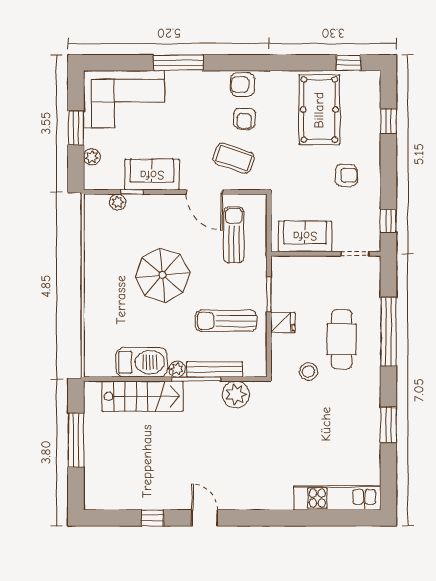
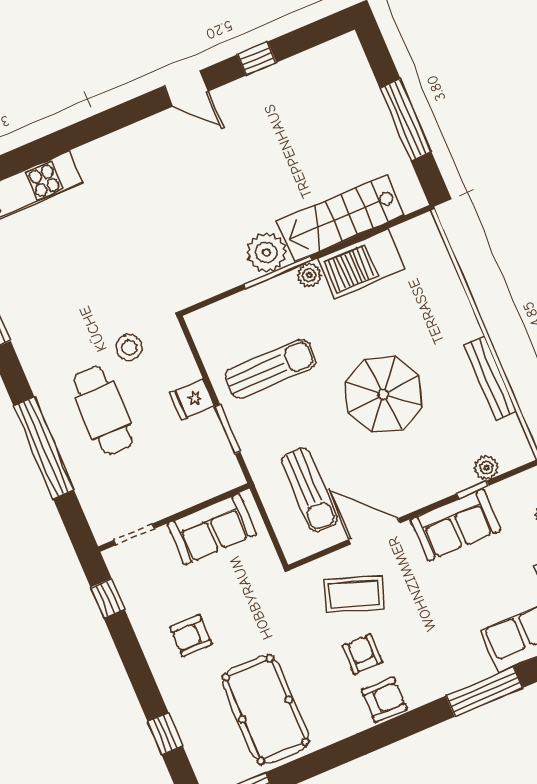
bench: (215, 369) -> (490, 378), moved, turned 90
plant: (236, 394) -> (266, 252), moved

